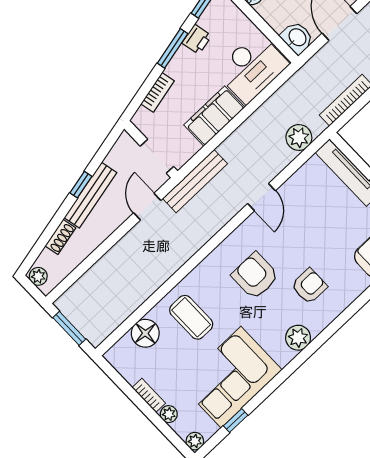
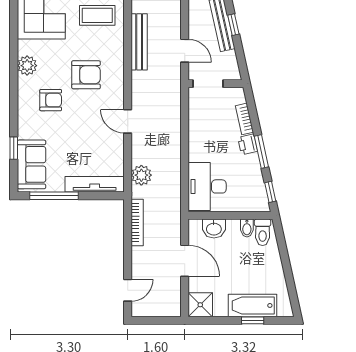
washbasin: (297, 38) -> (214, 229), moved
printer: (197, 39) -> (248, 144), moved
filing cabinet: (214, 116) -> (200, 138), removed
bench: (195, 181) -> (139, 42), moved
armchair: (309, 286) -> (51, 100), turned -90

